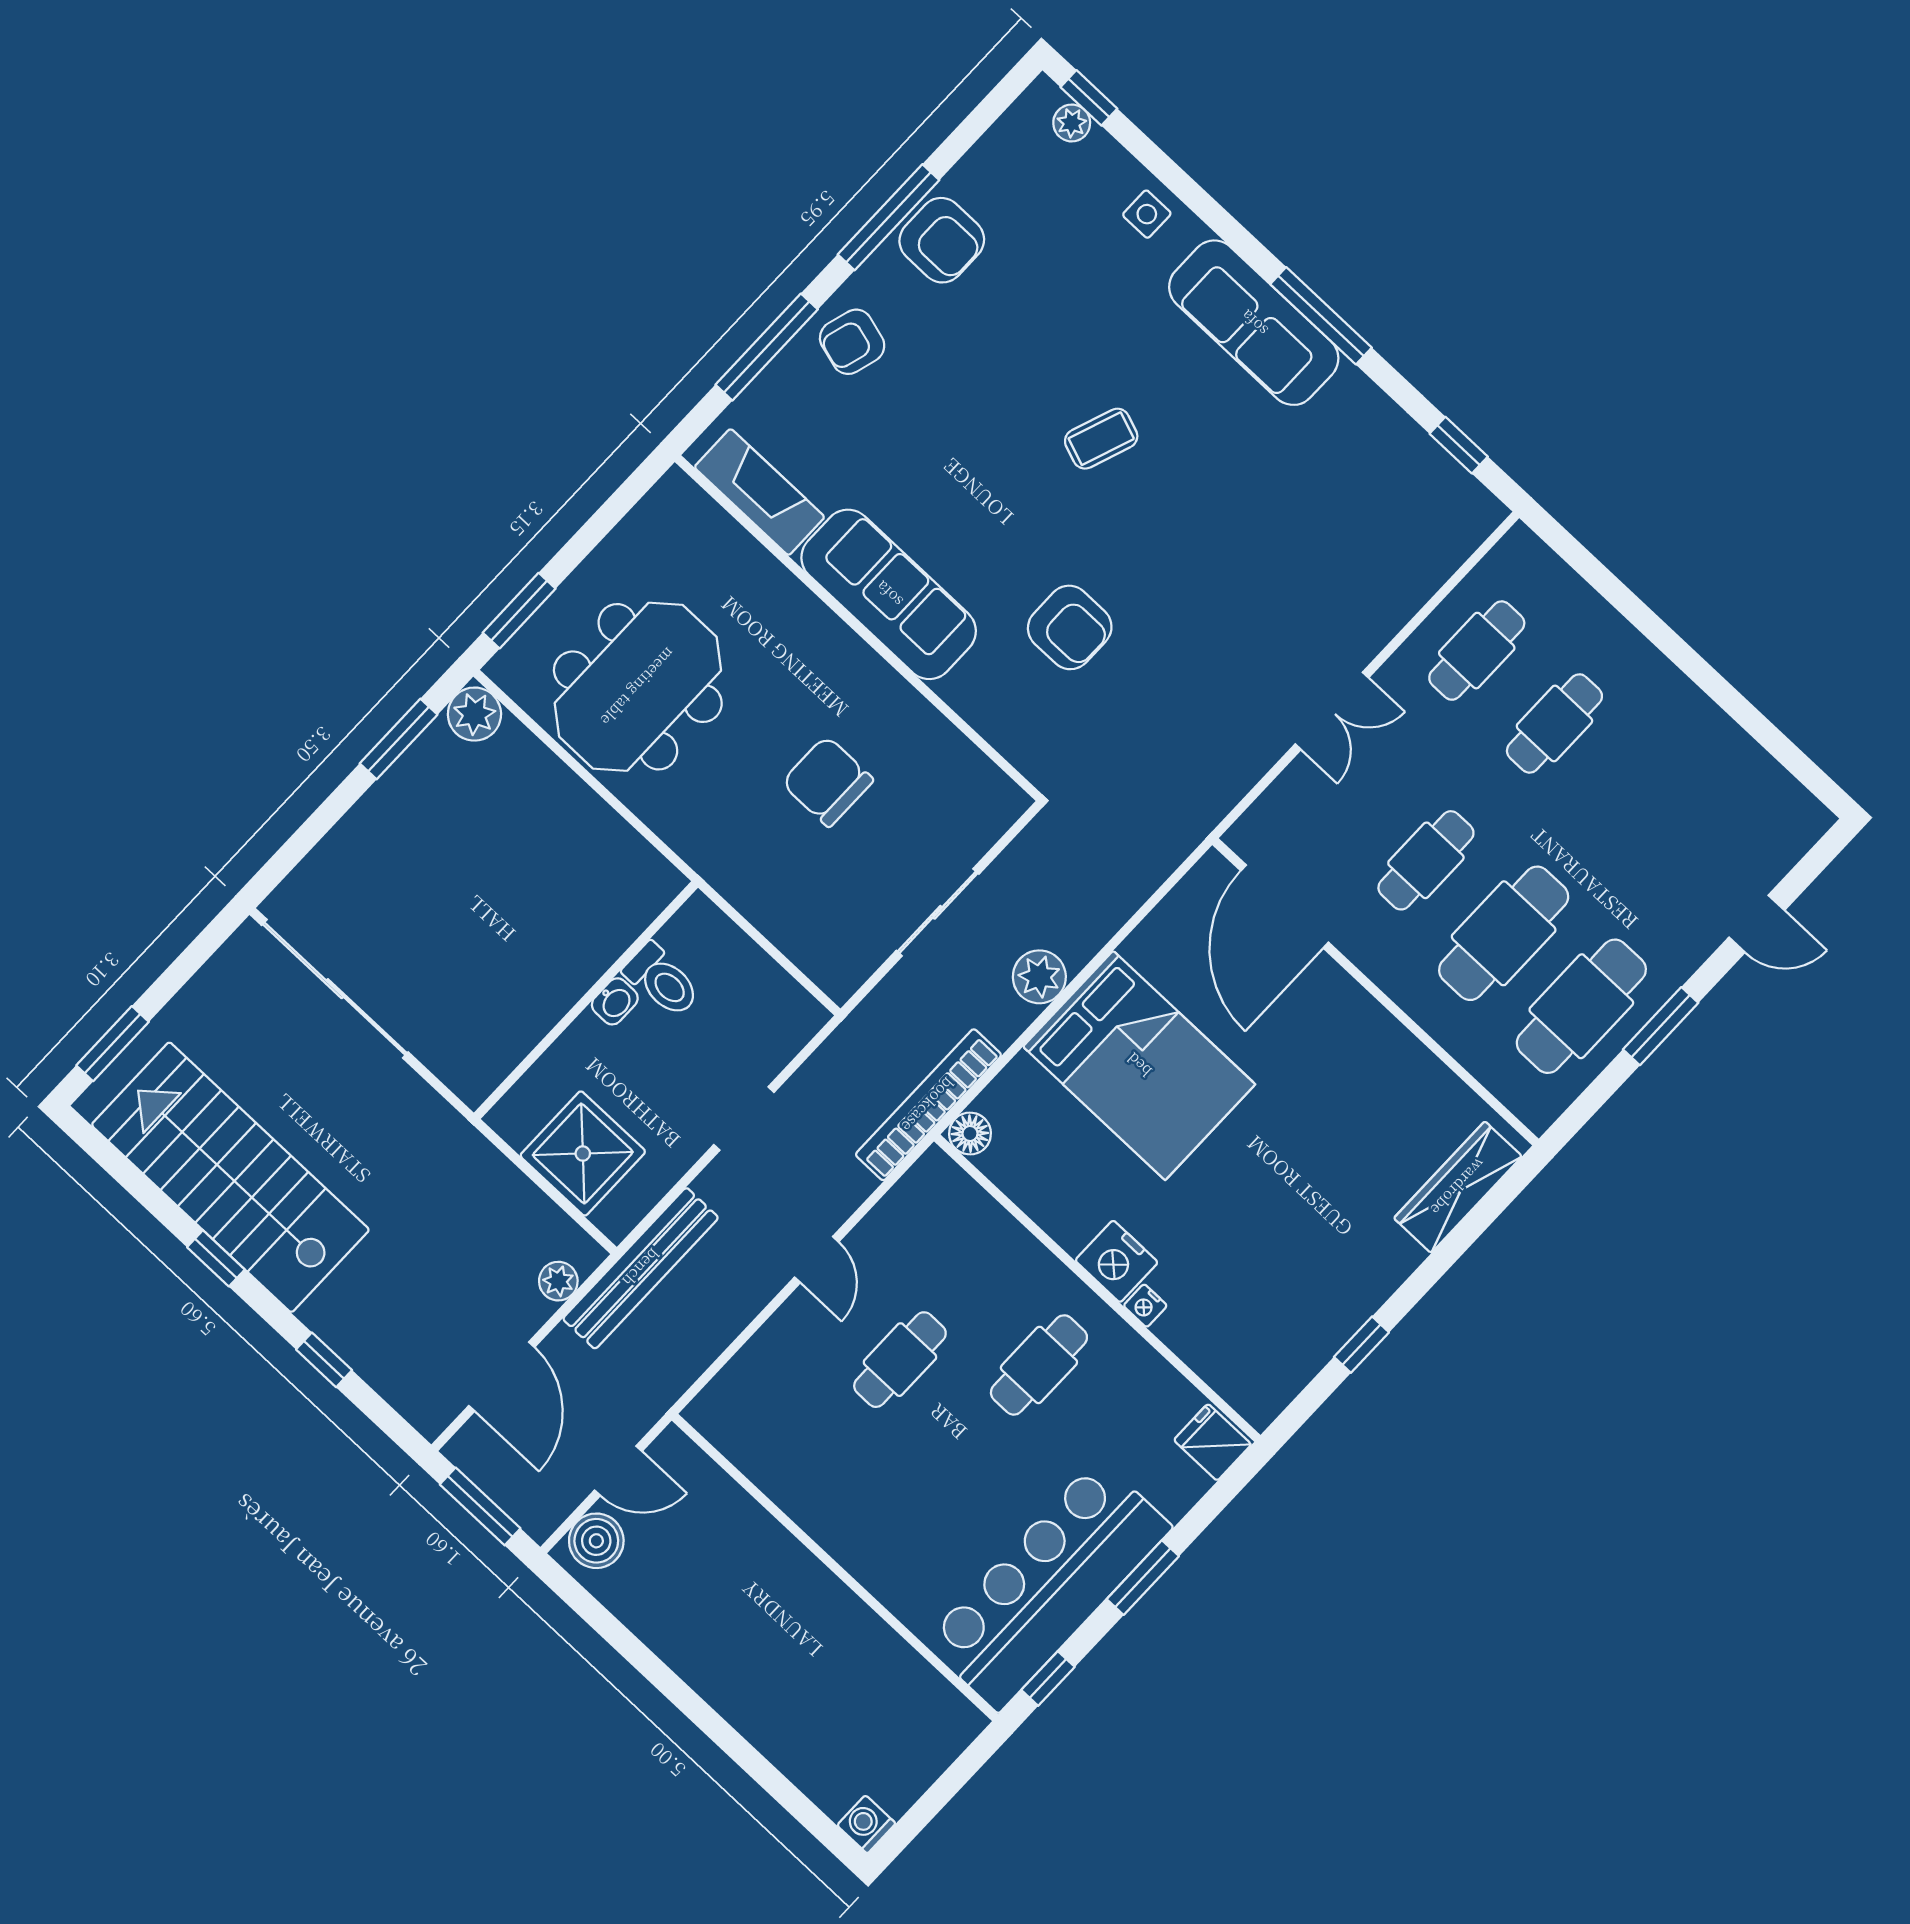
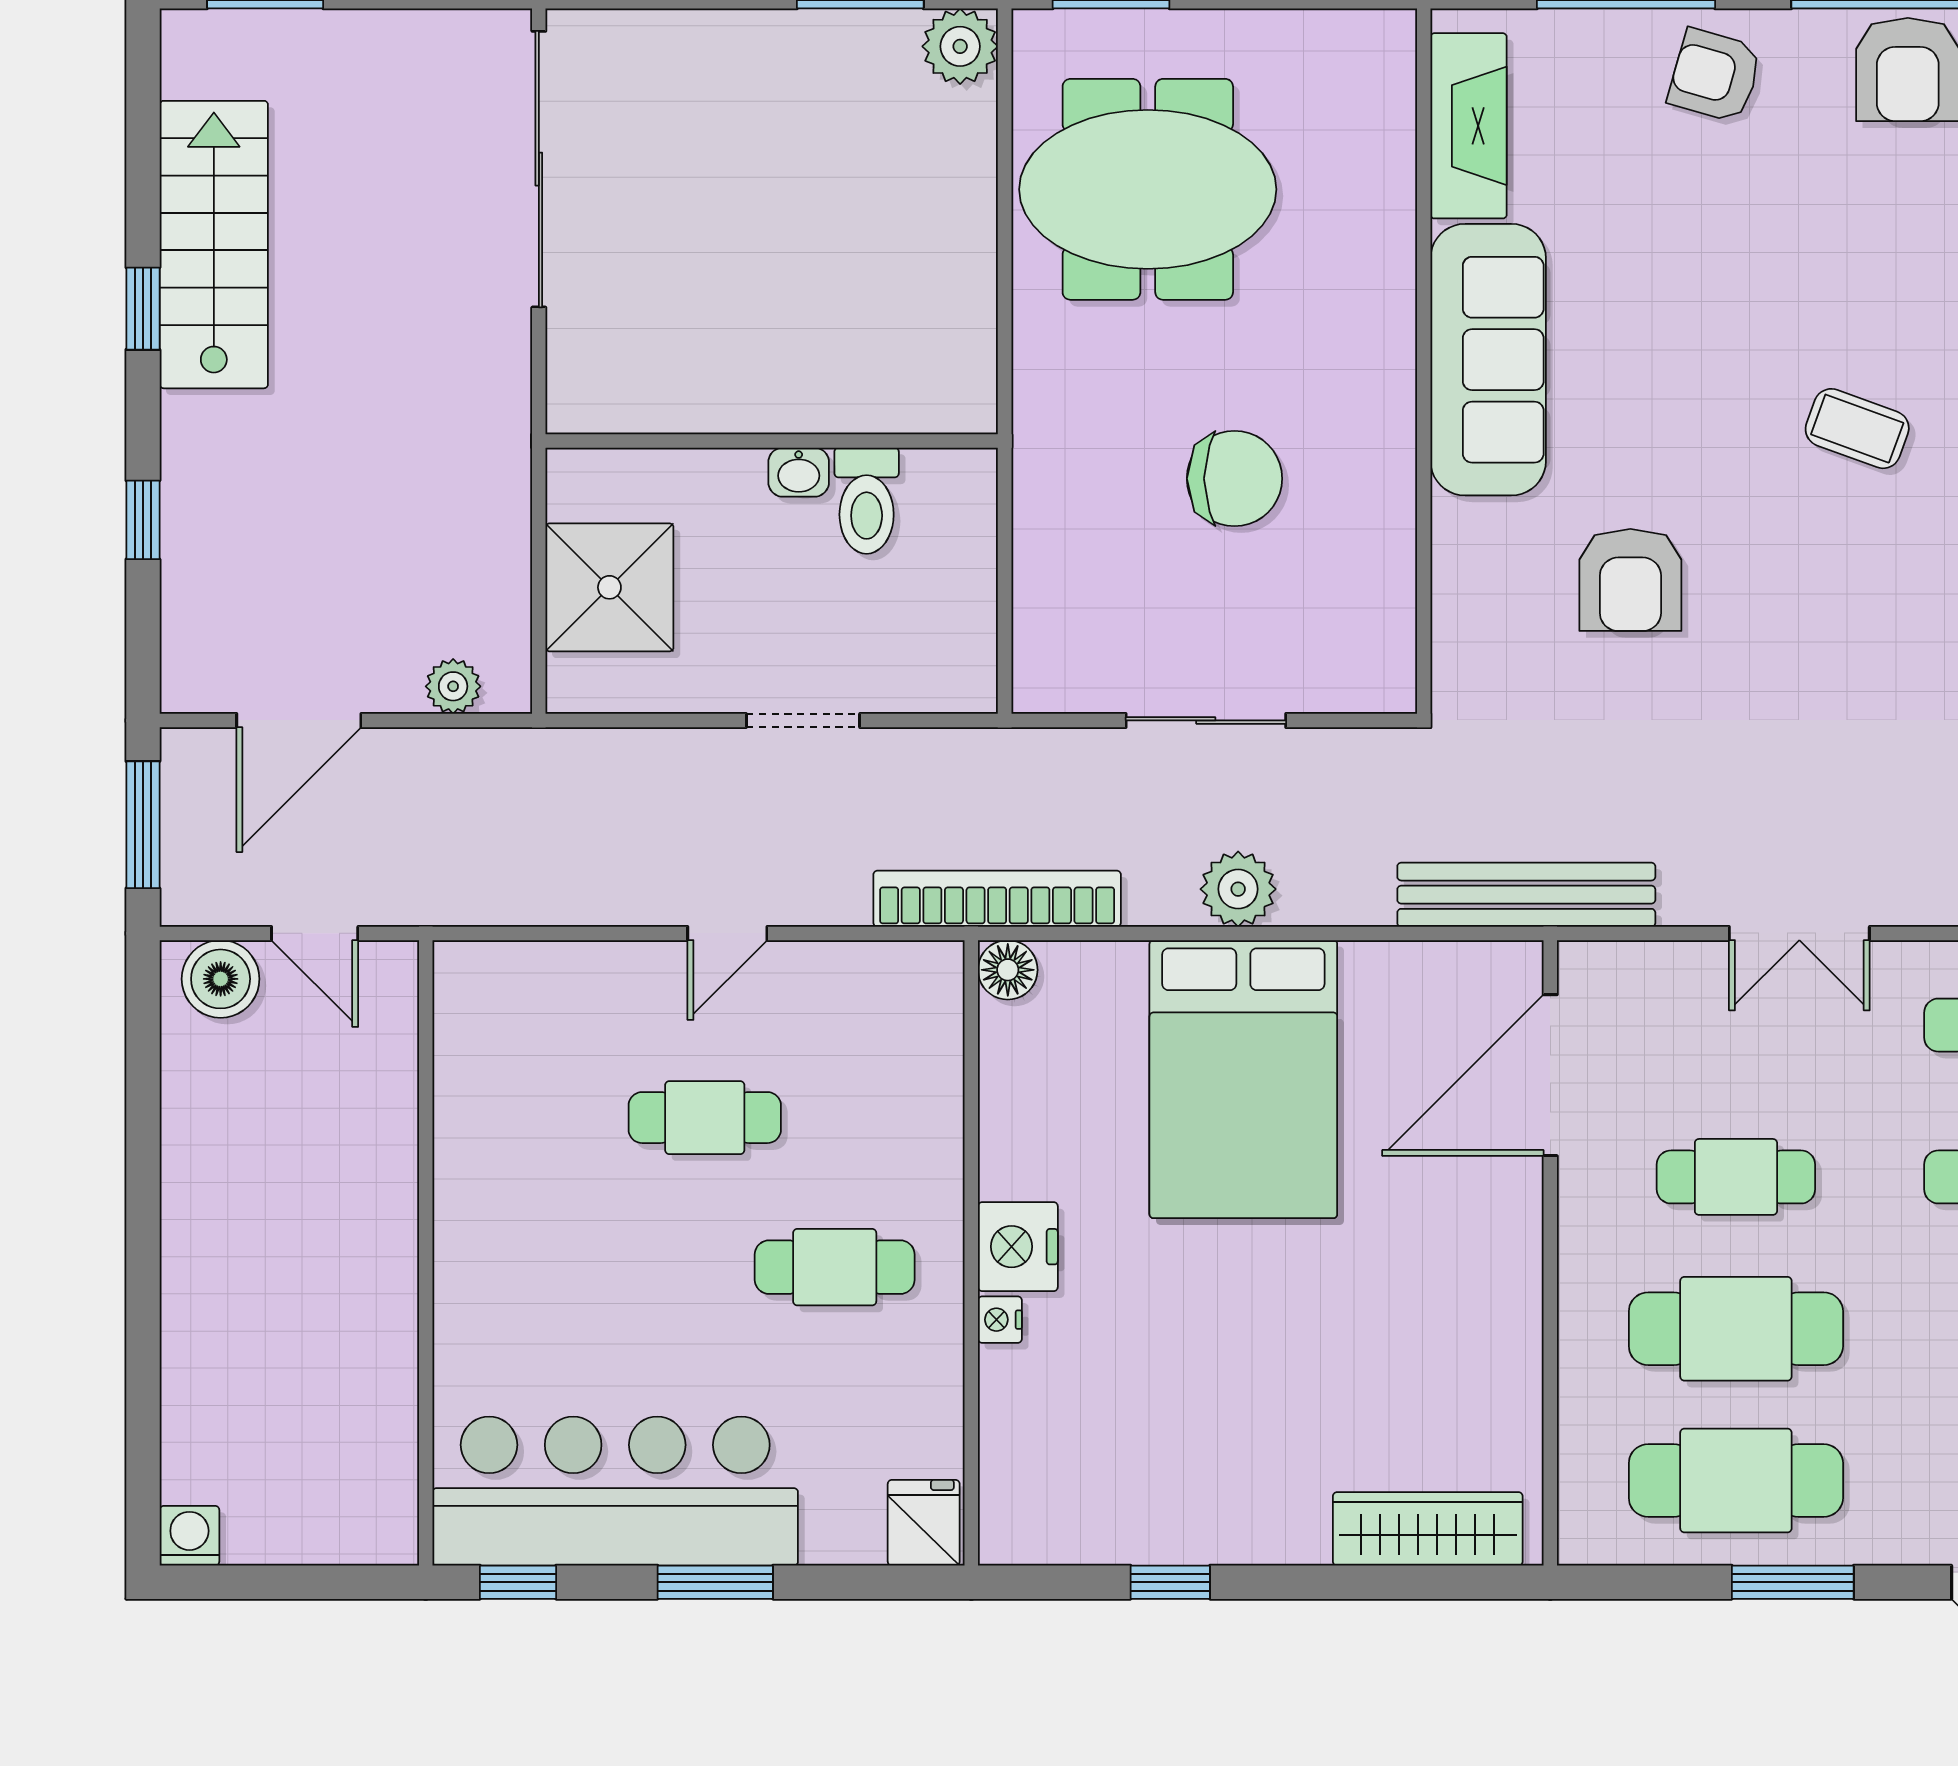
chair: (827, 781) -> (1234, 479), turned 90
stairs: (230, 1177) -> (214, 245), width x0.73, depth x0.66
bench: (641, 1268) -> (1526, 895), moved

